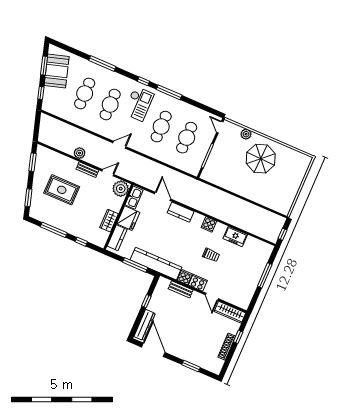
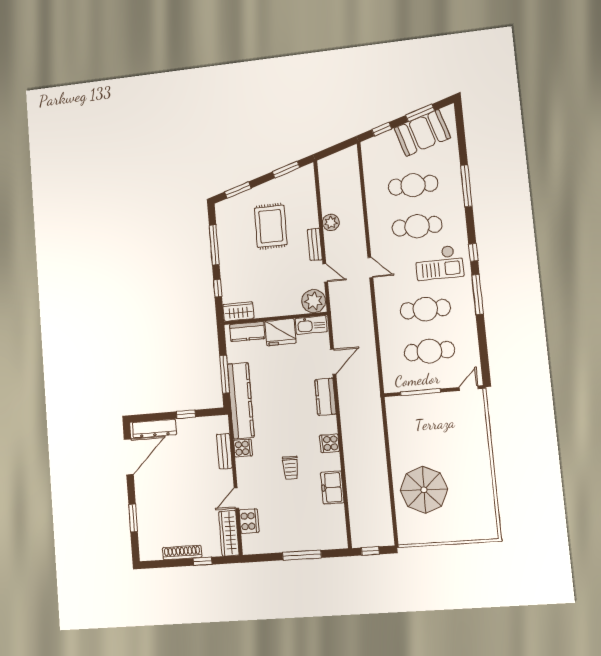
plant: (246, 134) -> (479, 429), removed
parasol: (261, 159) -> (424, 490), moved
wardrobe: (109, 221) -> (238, 311), moved
cooker: (198, 283) -> (249, 521), moved

